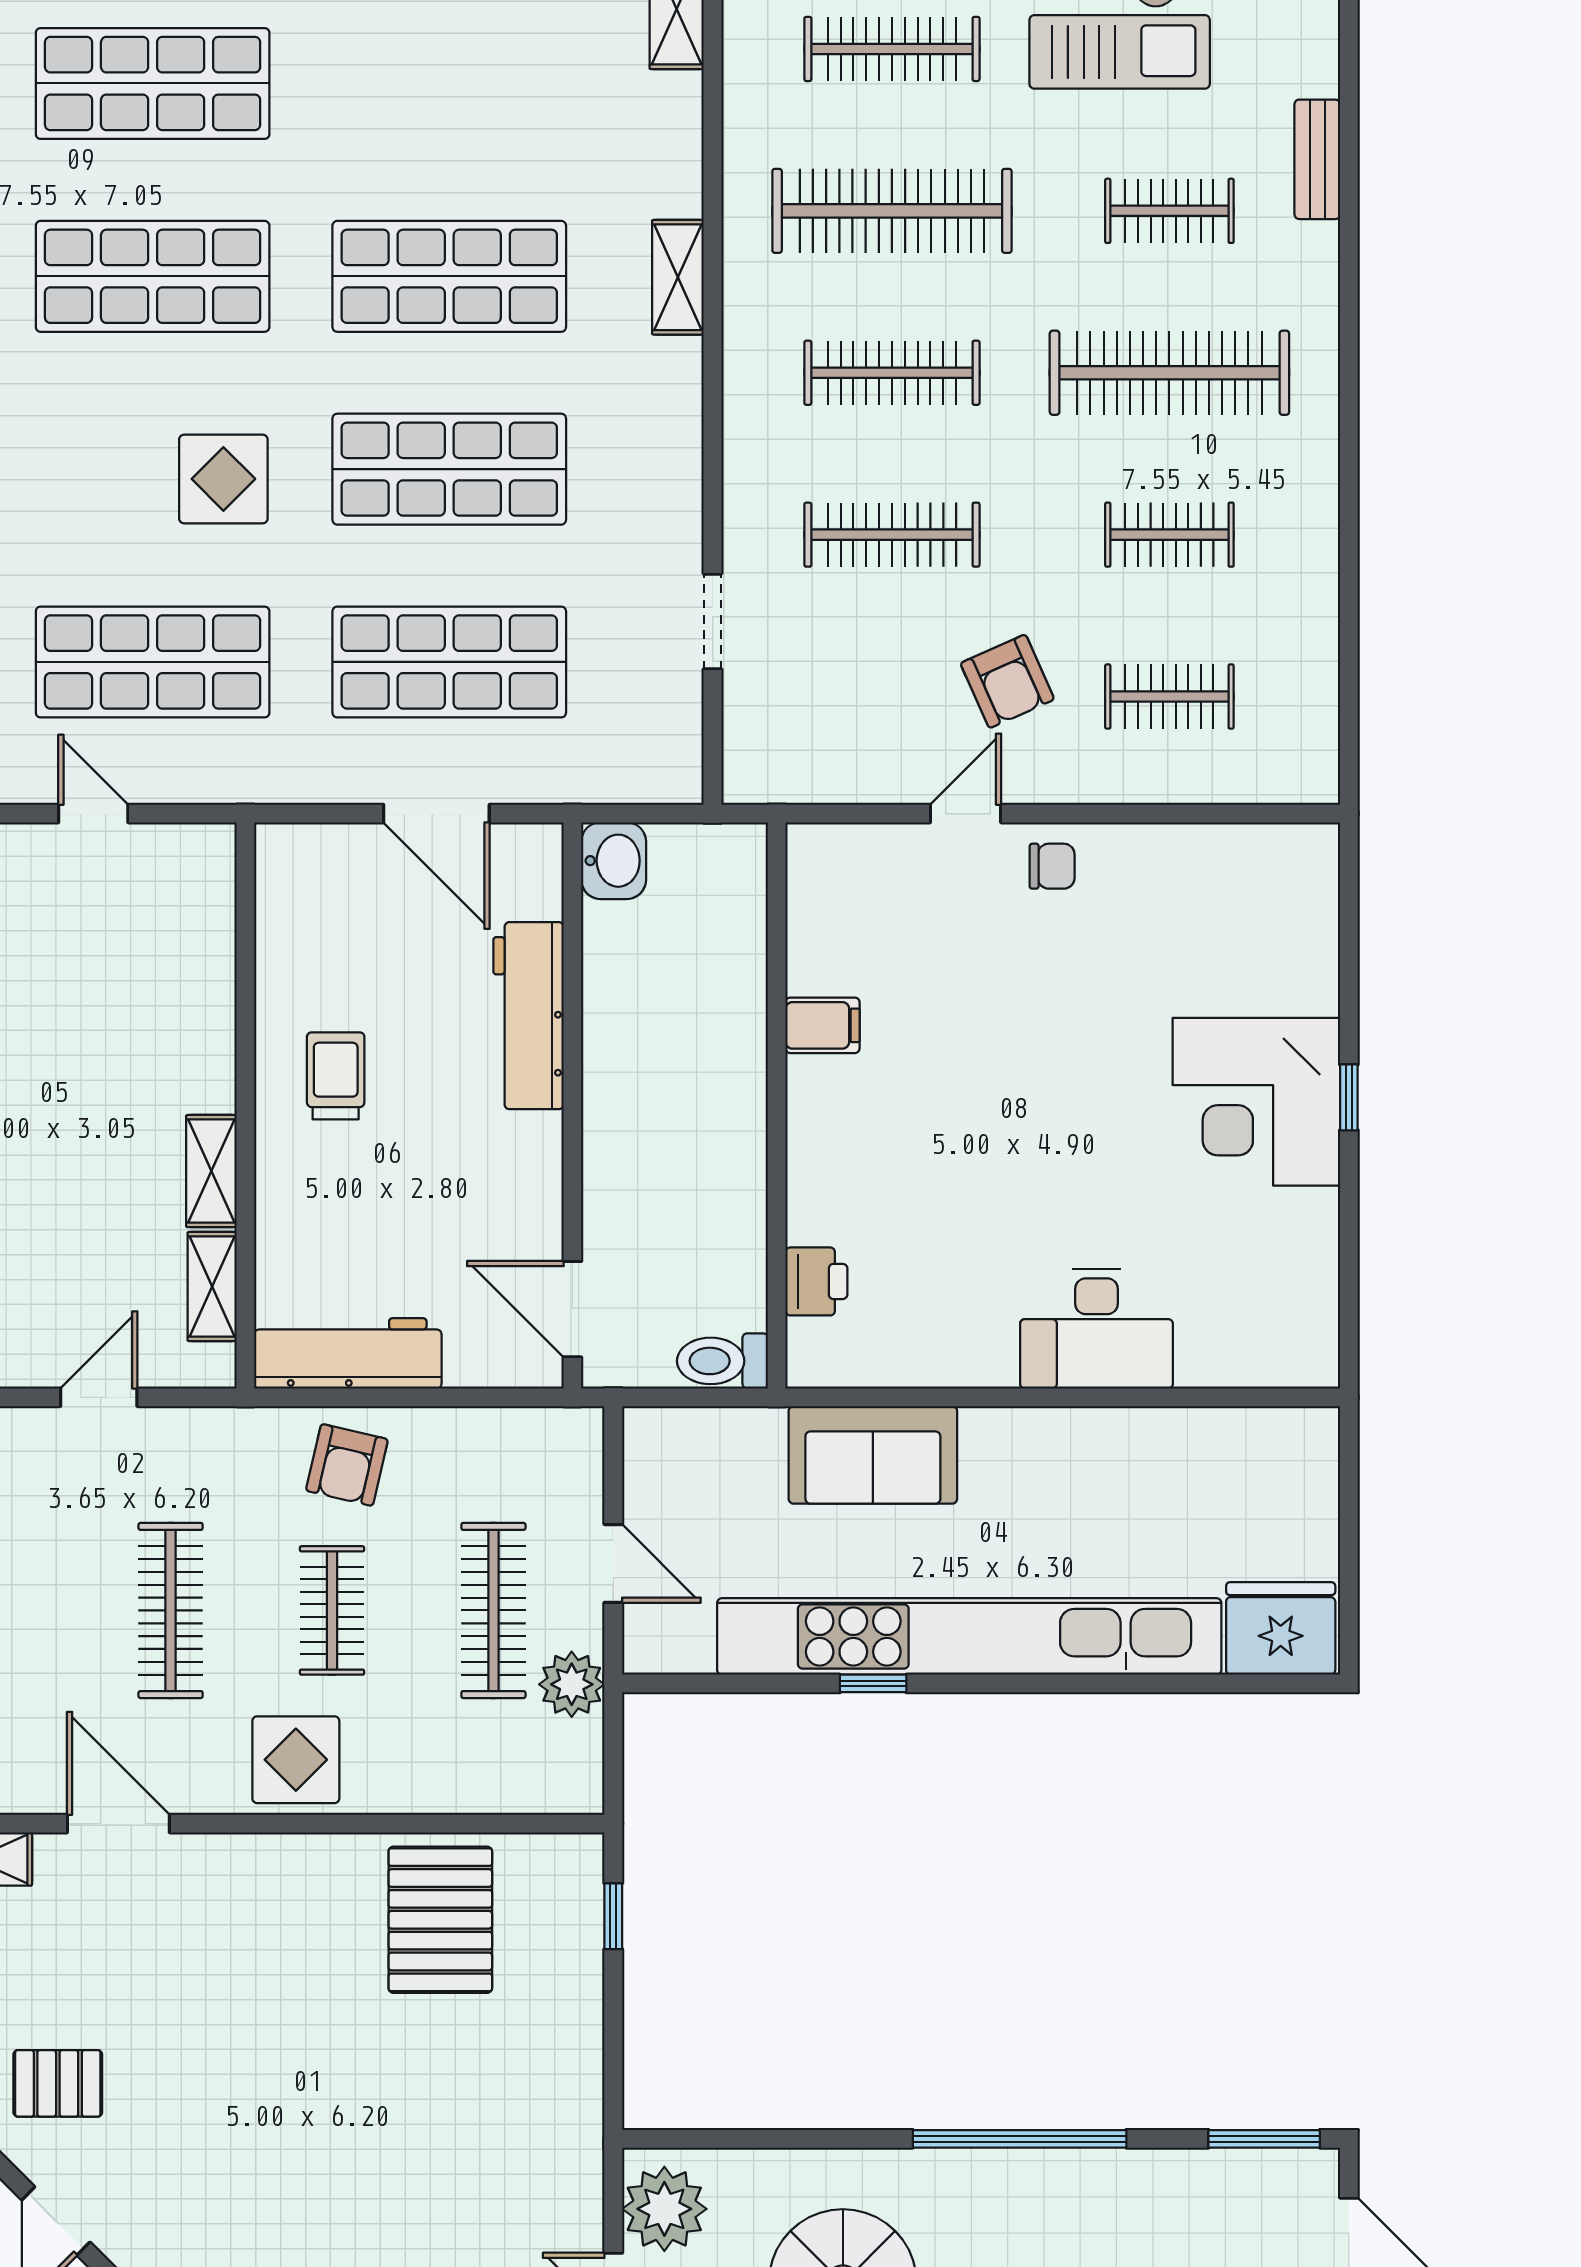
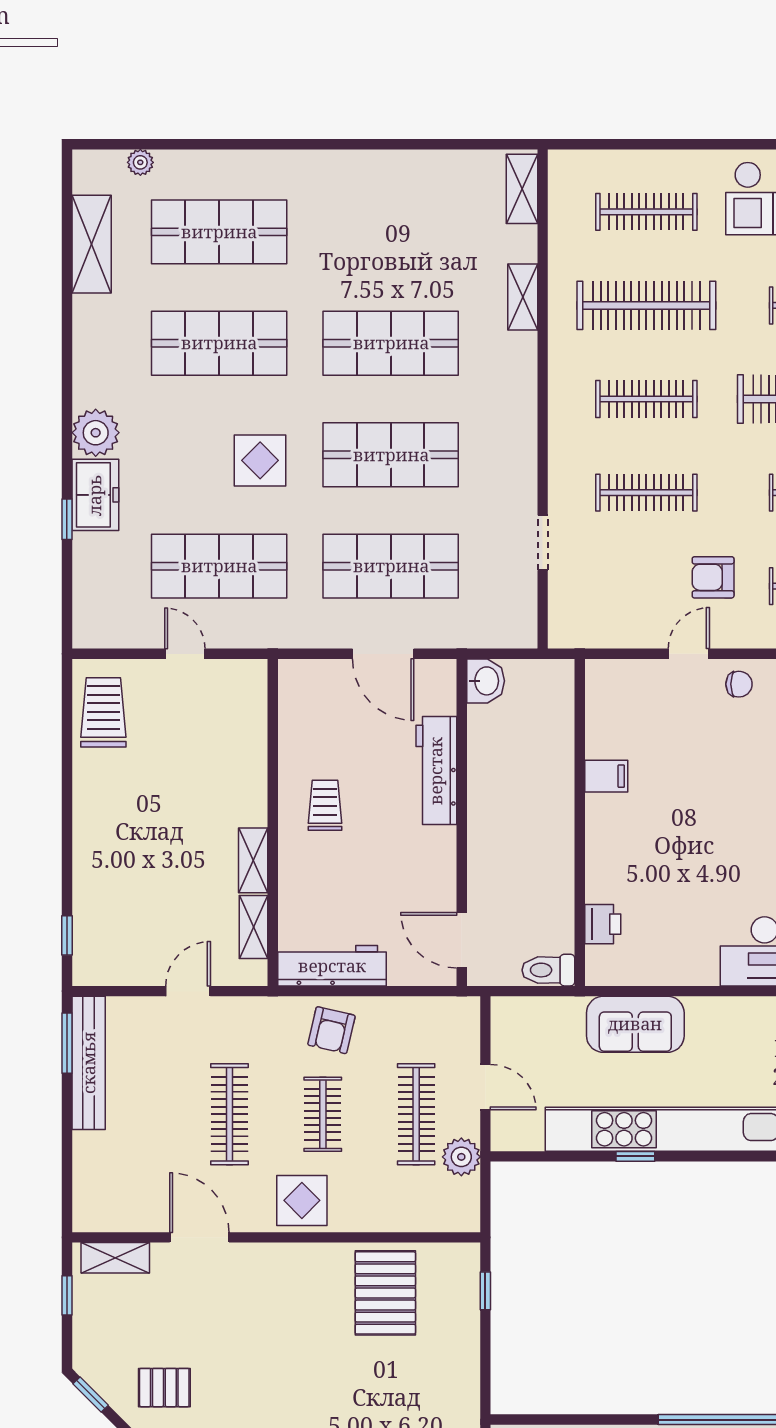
shelving: (678, 277) -> (523, 297), moved
armchair: (1007, 681) -> (713, 577), turned 114

